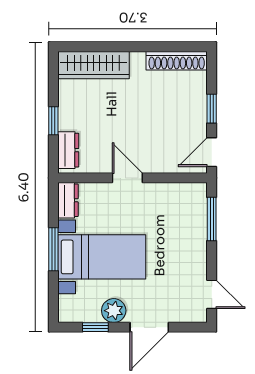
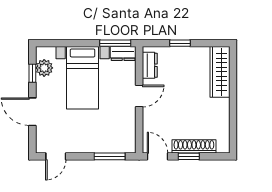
shoe rack: (177, 61) -> (194, 146), moved, turned 90
dresser: (68, 150) -> (150, 65), moved, turned -90
window: (53, 249) -> (115, 43), moved
plant: (114, 311) -> (44, 68), moved

